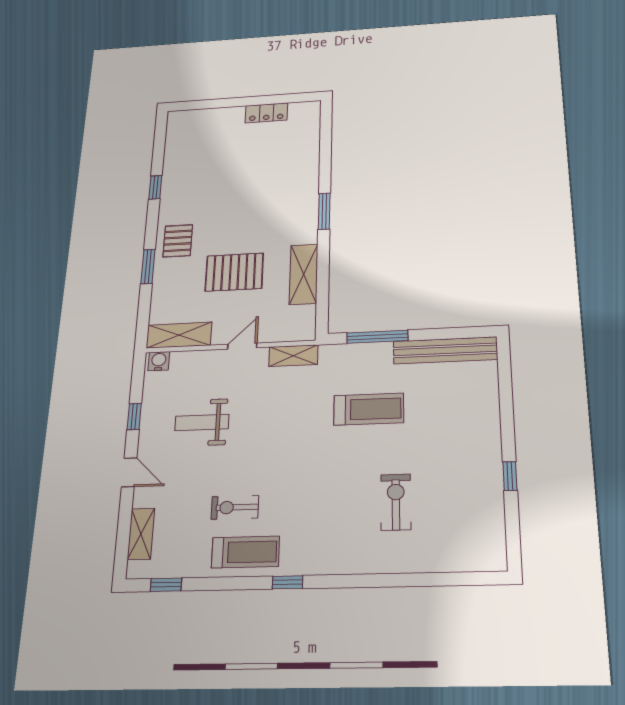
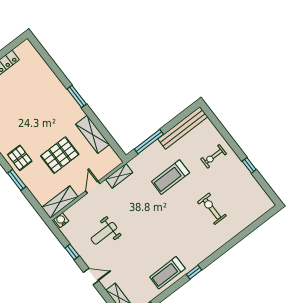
treadmill: (369, 409) -> (170, 177), turned 180
exercise bike: (235, 507) -> (214, 156), moved
treadmill: (245, 552) -> (167, 273), turned 180

